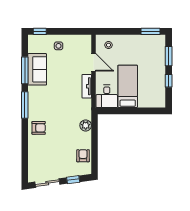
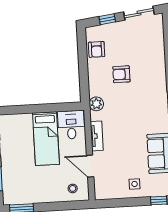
plant: (86, 125) -> (96, 104), moved
armchair: (39, 128) -> (121, 74), moved

